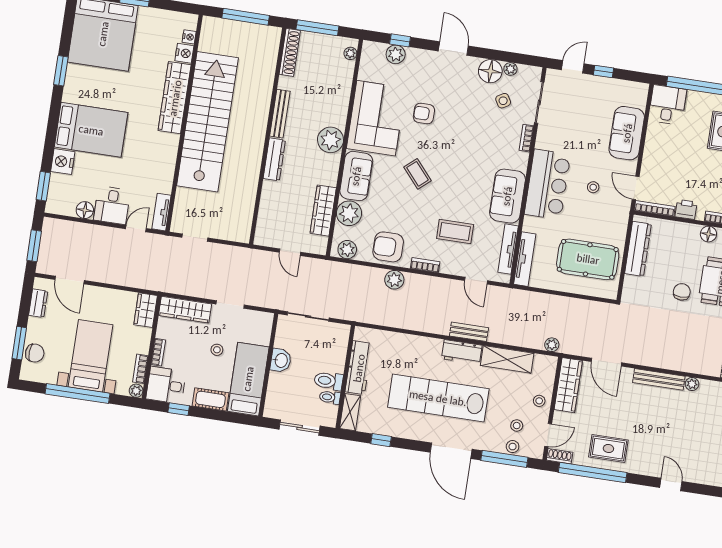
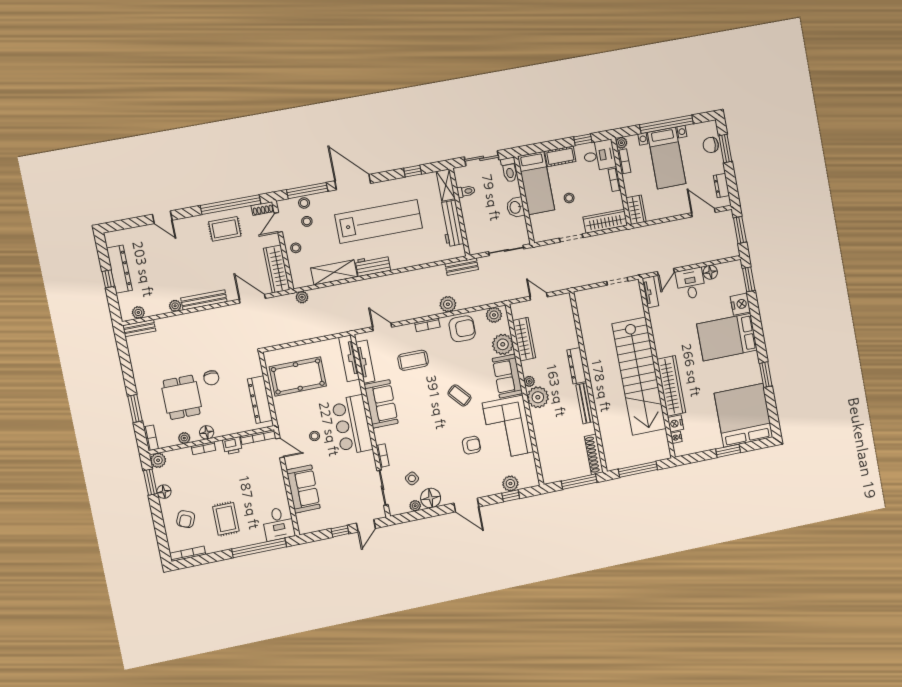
plant: (350, 53) -> (529, 381), moved
bench: (469, 332) -> (462, 267), moved
toilet: (328, 381) -> (509, 170), moved, turned 90

